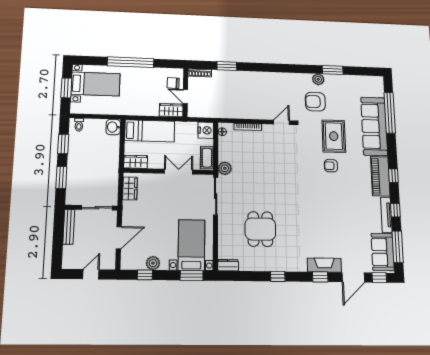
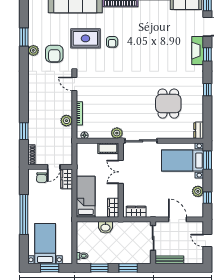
plant: (239, 112) -> (66, 121), added
washbasin: (113, 127) -> (105, 227), moved
nightstand: (206, 130) -> (84, 149), removed
dining table: (260, 229) -> (168, 104), turned 90

